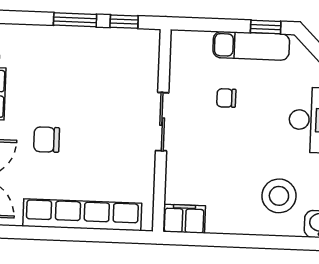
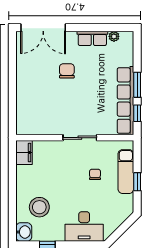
window: (266, 27) -> (137, 182), moved
exam couch: (251, 46) -> (126, 172), moved
row of seats: (82, 215) -> (125, 101), moved, turned 180

